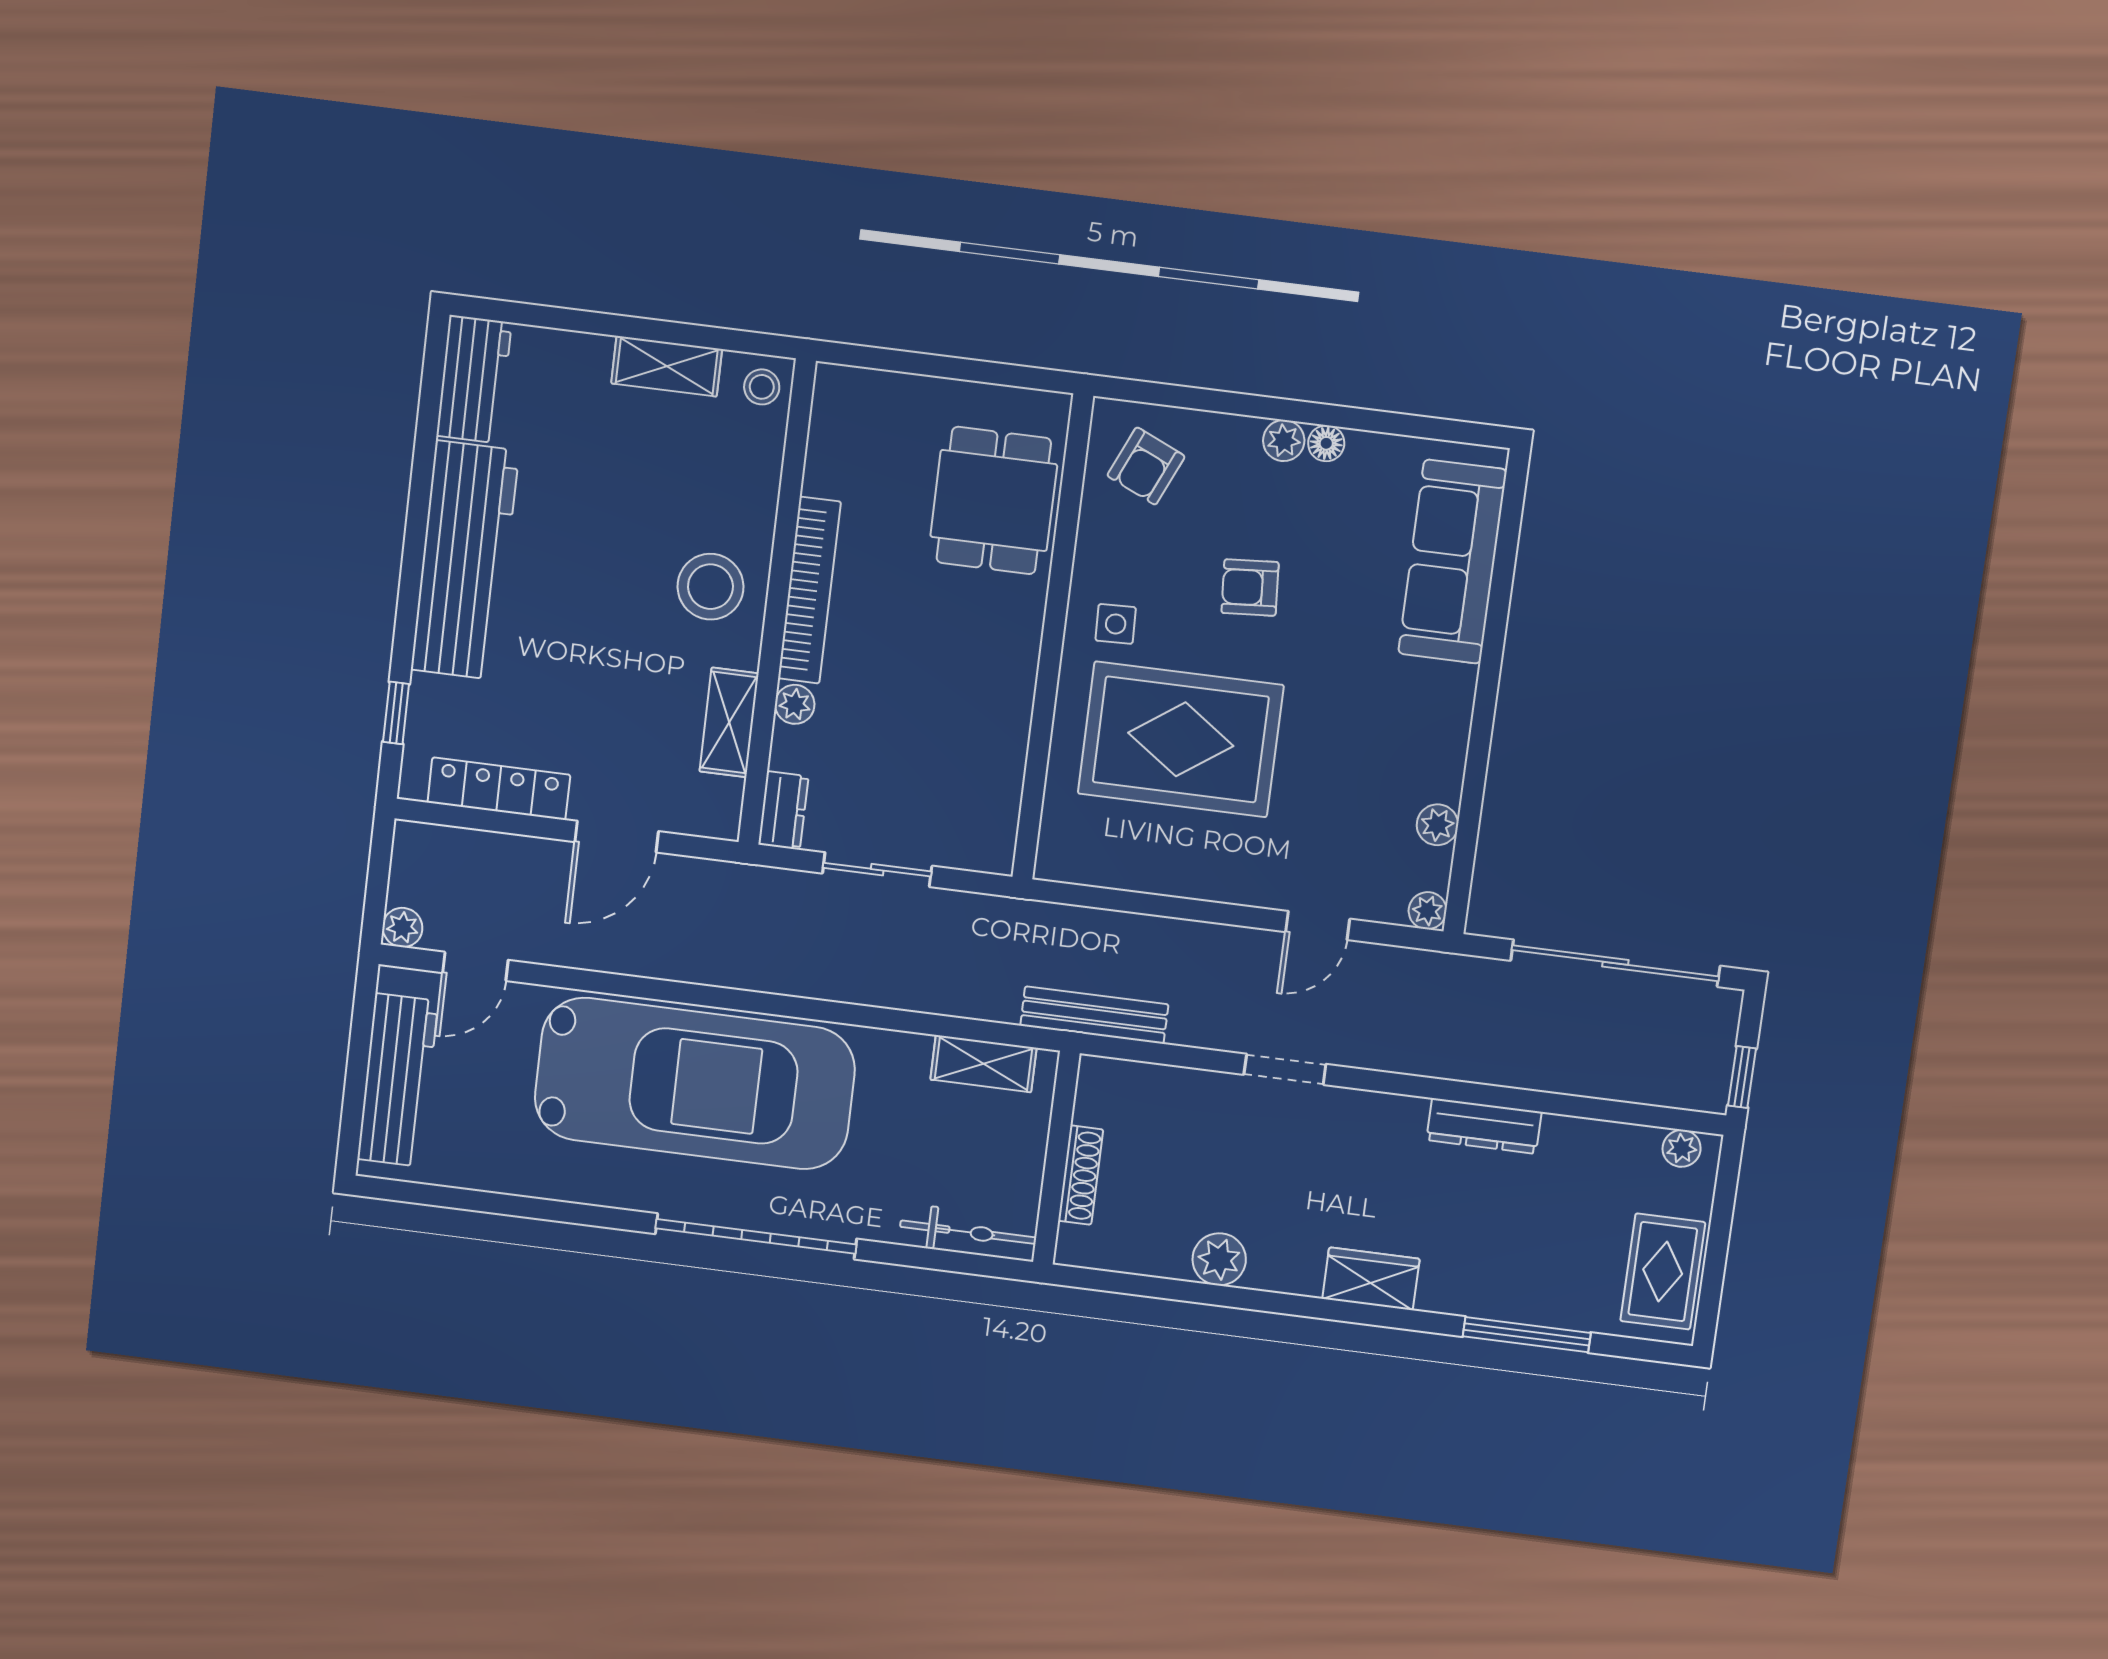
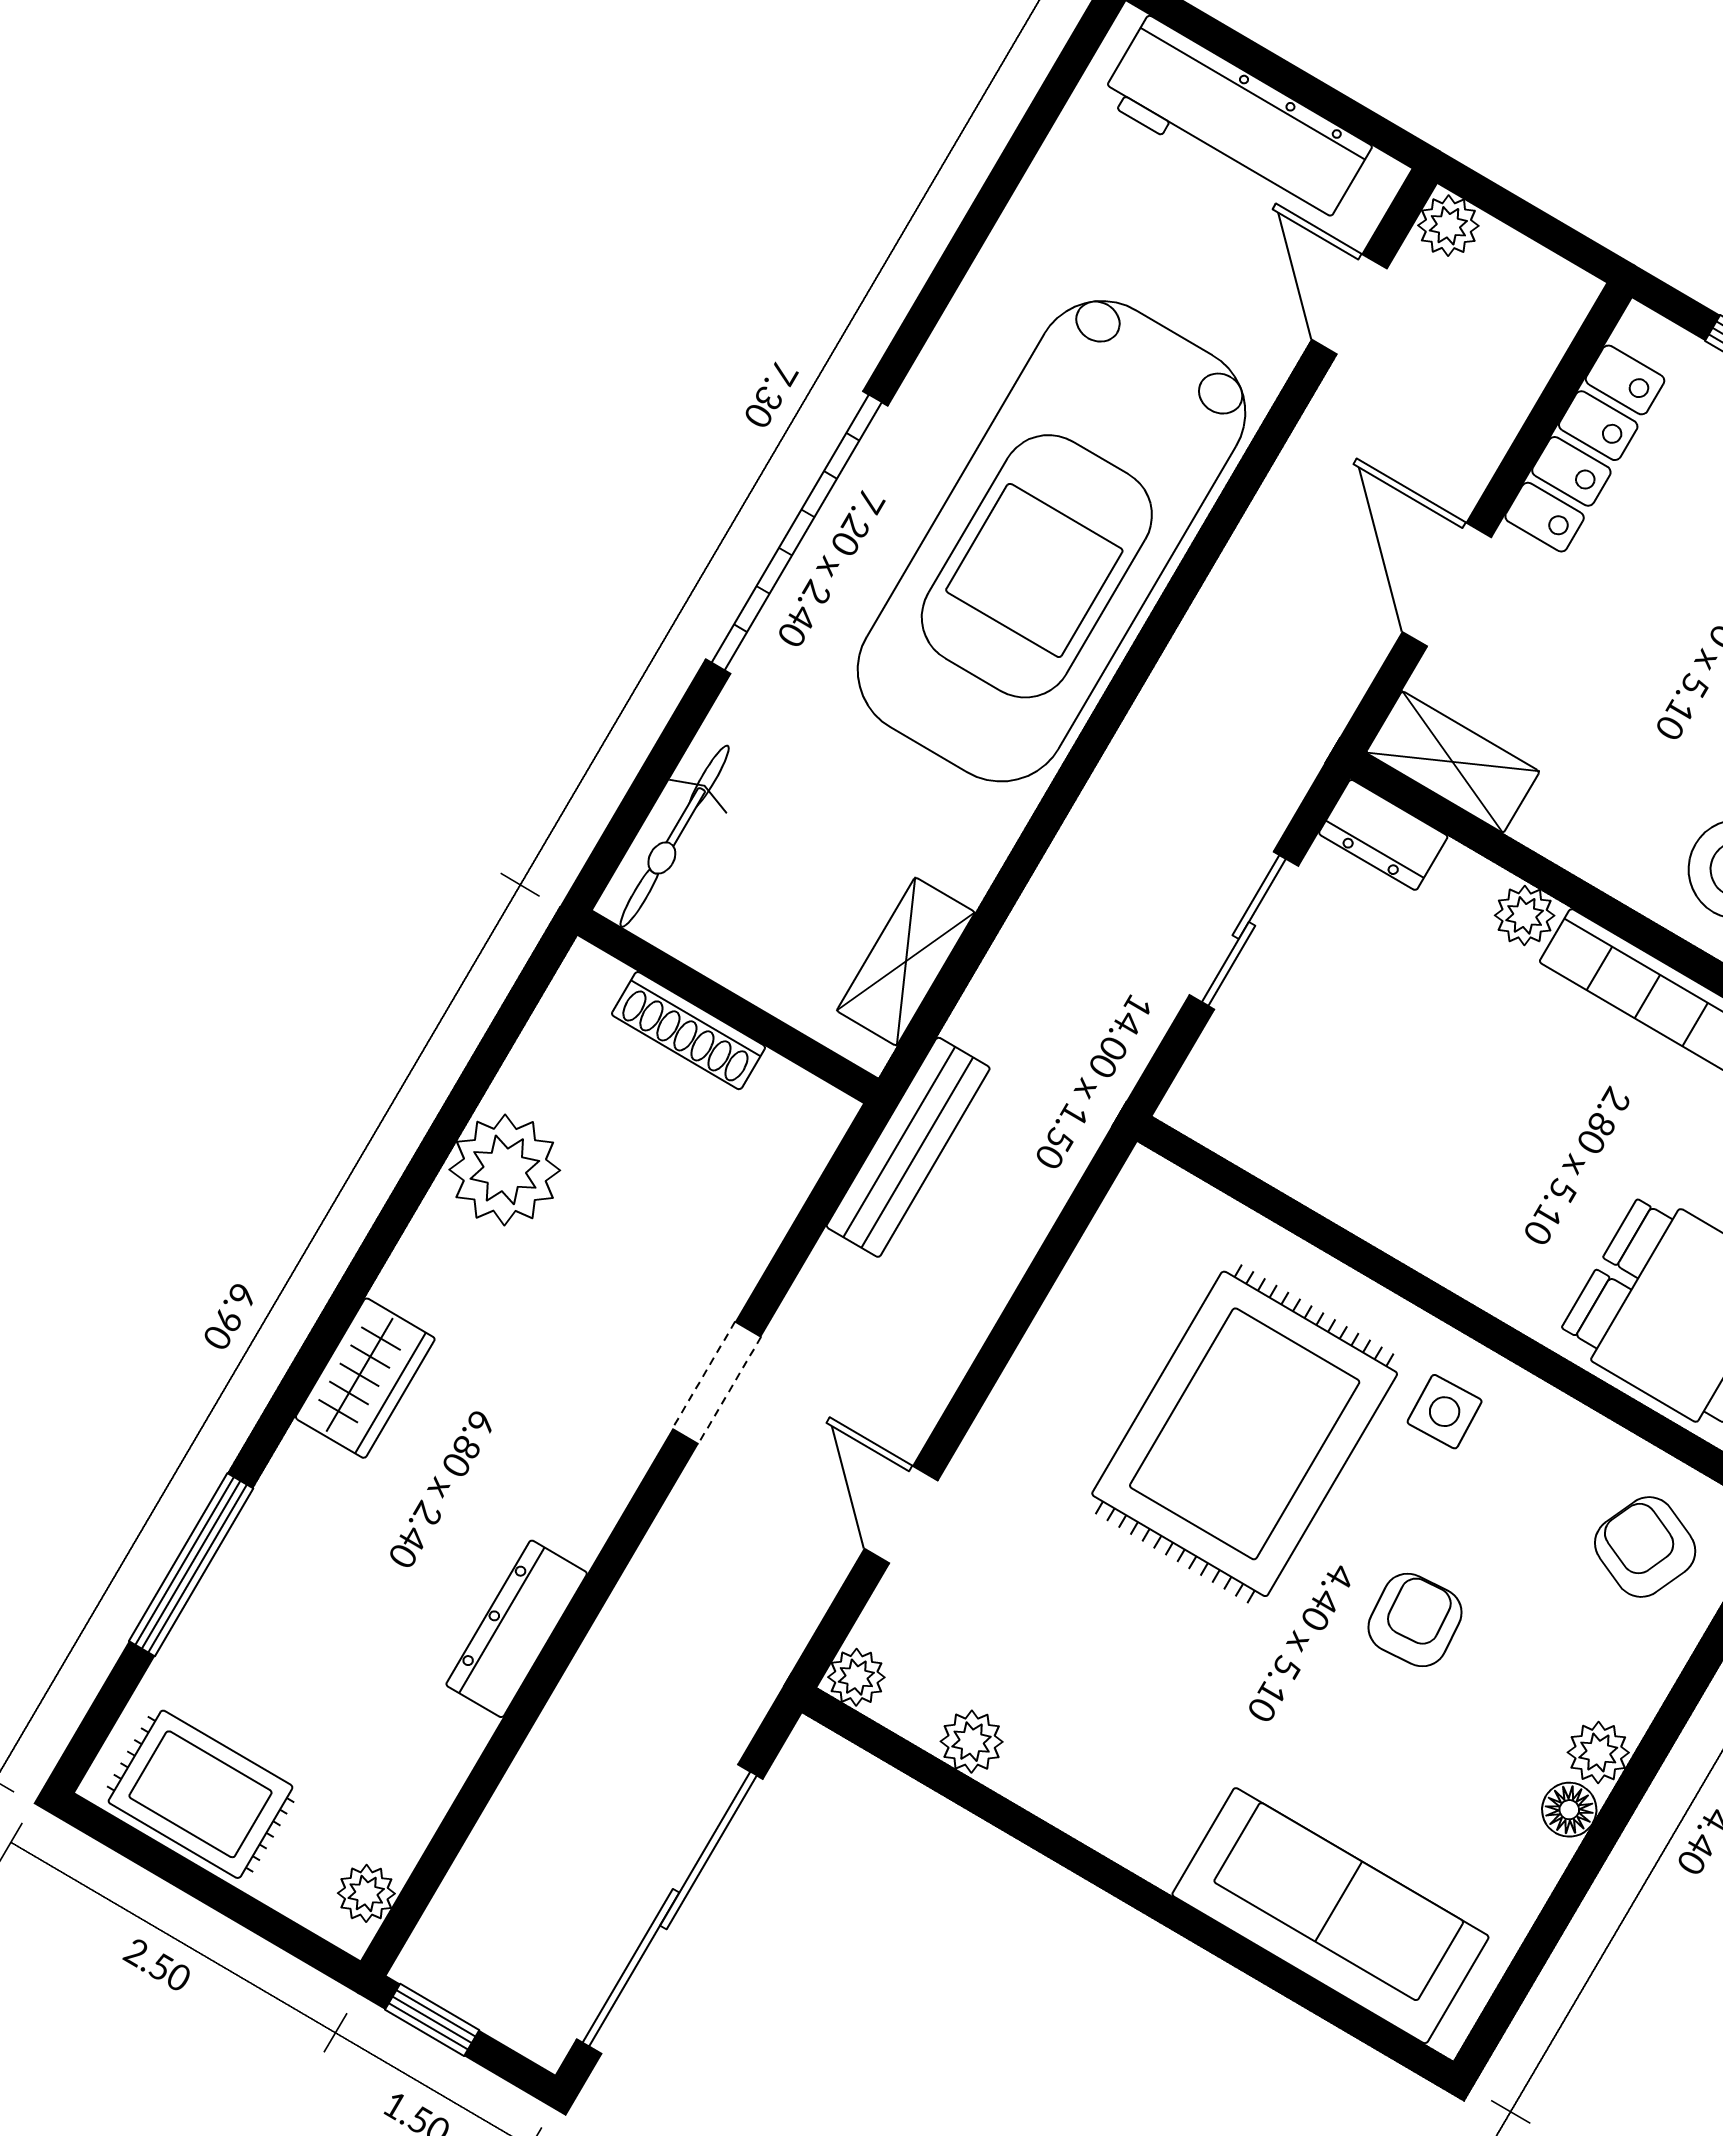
shelving: (729, 722) -> (1453, 762), moved
plant: (1219, 1259) -> (505, 1170), width x1.36, depth x1.36

